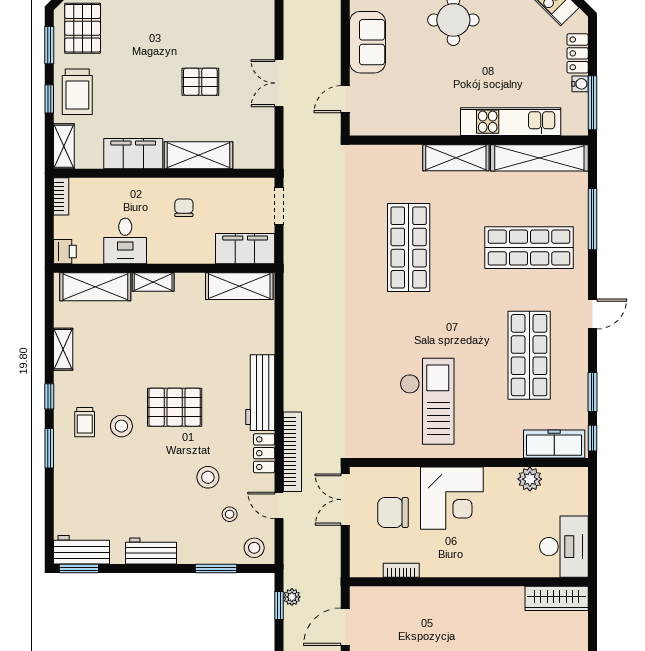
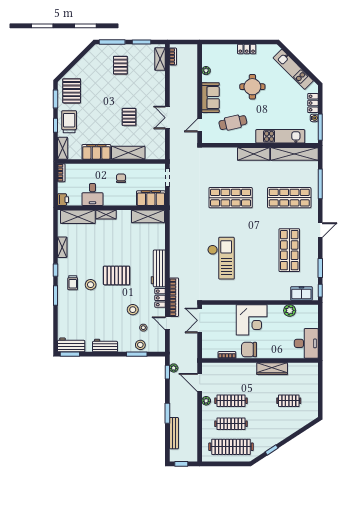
pallet: (200, 82) -> (129, 117), turned 90
trolley: (77, 92) -> (69, 122), turned 180
cafe table: (413, 94) -> (233, 123), added
shop shelf: (409, 248) -> (231, 198), turned 90
checkout: (427, 401) -> (221, 258), moved
freezer: (554, 444) -> (301, 293), width x0.71
chair: (393, 512) -> (249, 350), moved
stool: (254, 548) -> (140, 345), moved
wardrobe: (557, 598) -> (272, 369), moved
door: (345, 627) -> (200, 382), hinge flipped

